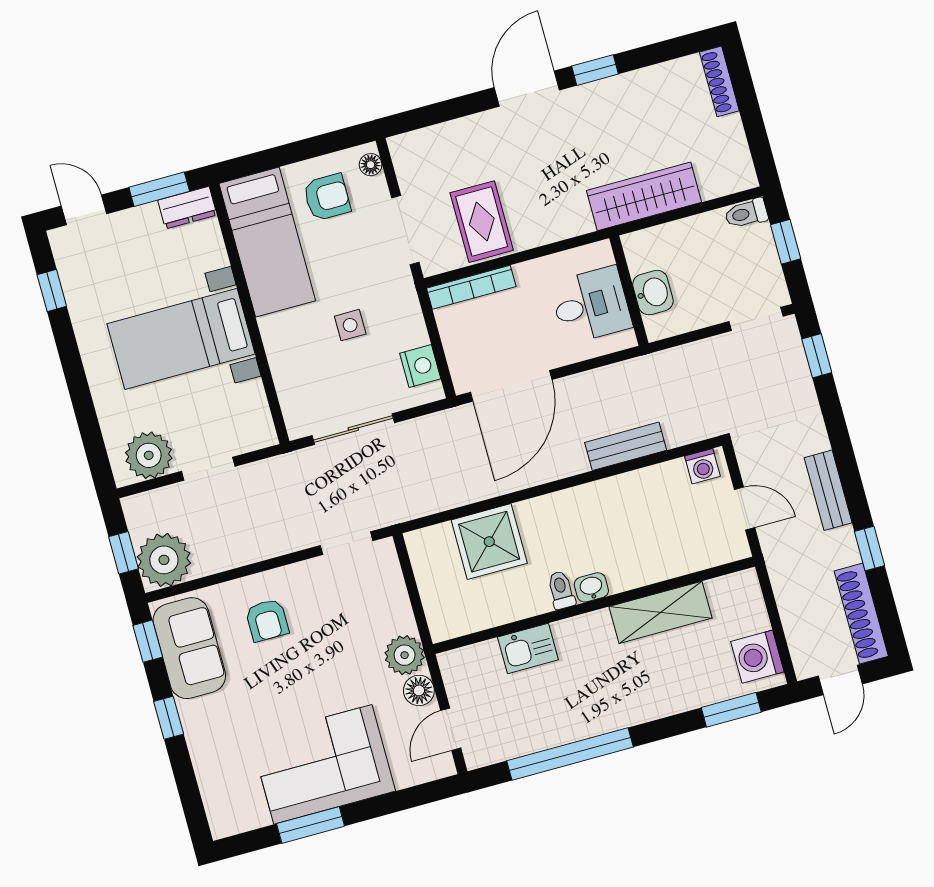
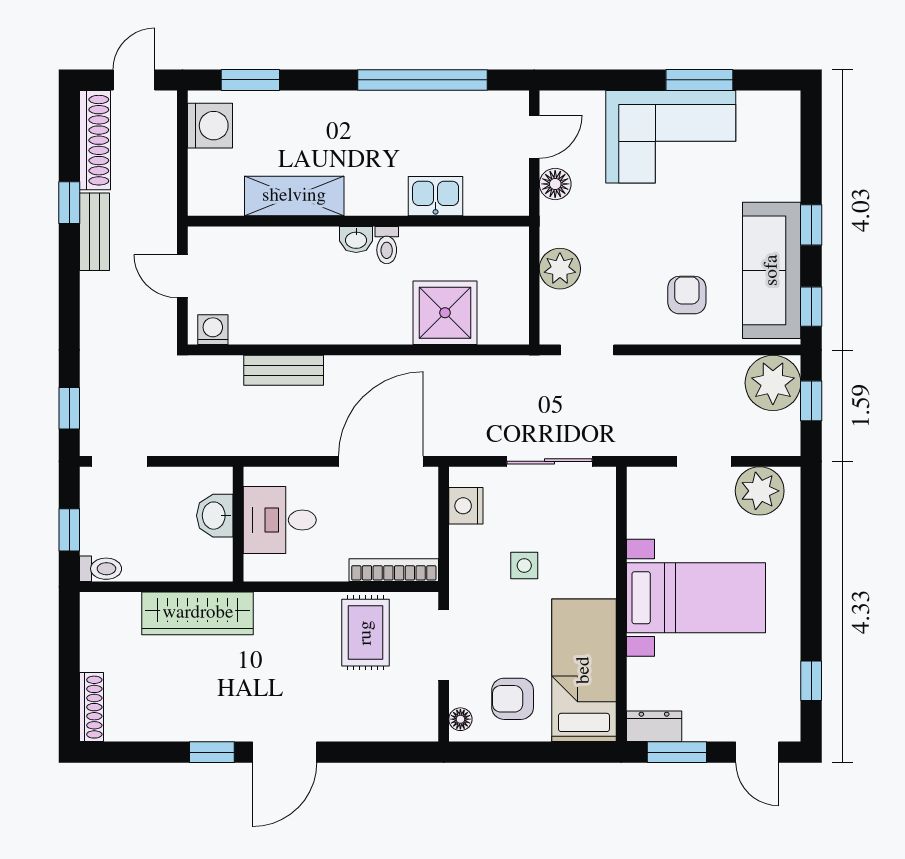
bench: (828, 490) -> (95, 232), moved
sofa: (189, 648) -> (772, 270), width x1.36
plant: (405, 655) -> (560, 269), moved

